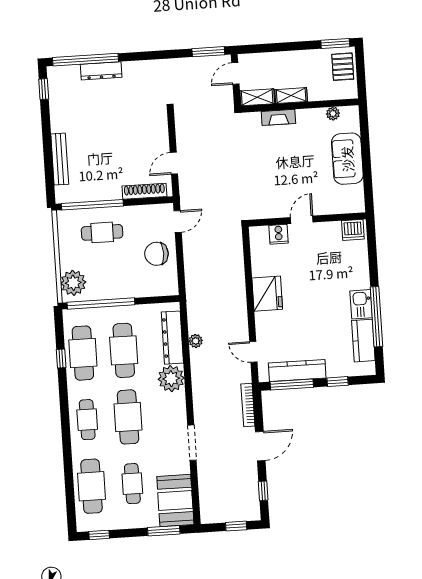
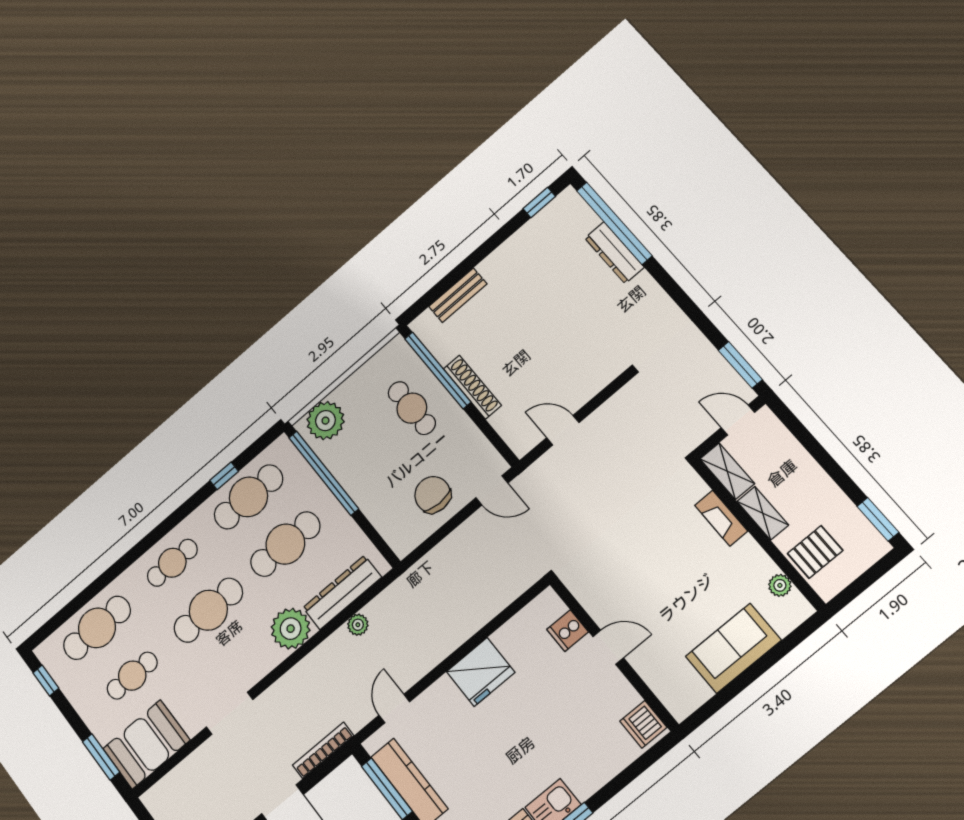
pallet: (343, 67) -> (815, 552), moved
bench: (60, 159) -> (458, 295), width x0.73
shoe rack: (144, 191) -> (472, 387), moved

